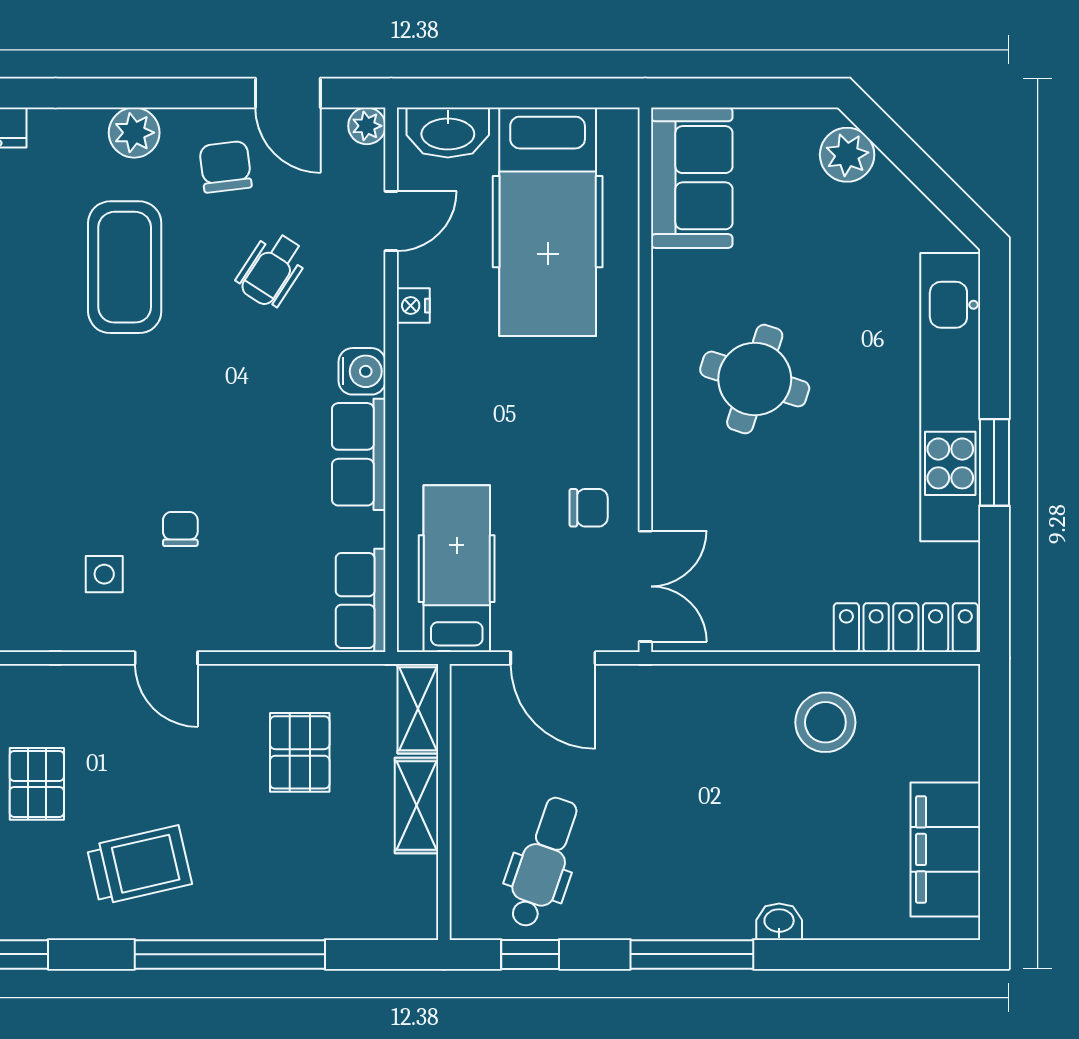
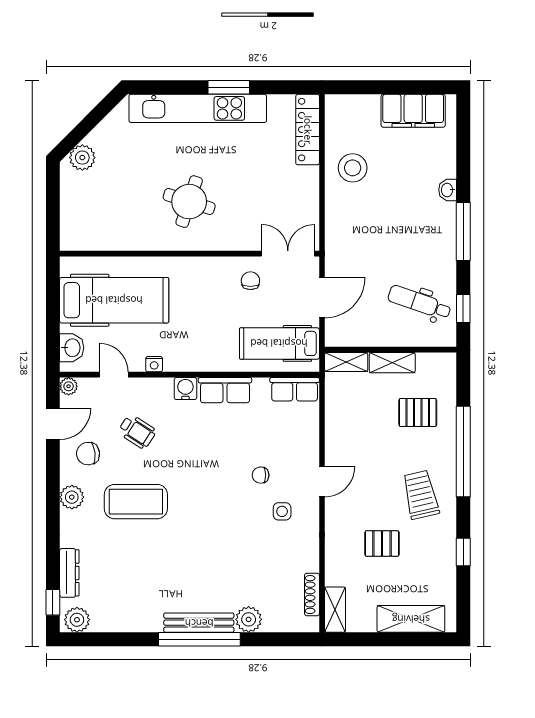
washbasin: (448, 133) -> (72, 348), width x0.72
sofa: (692, 178) -> (93, 232), removed
pallet: (300, 752) -> (418, 412), moved

